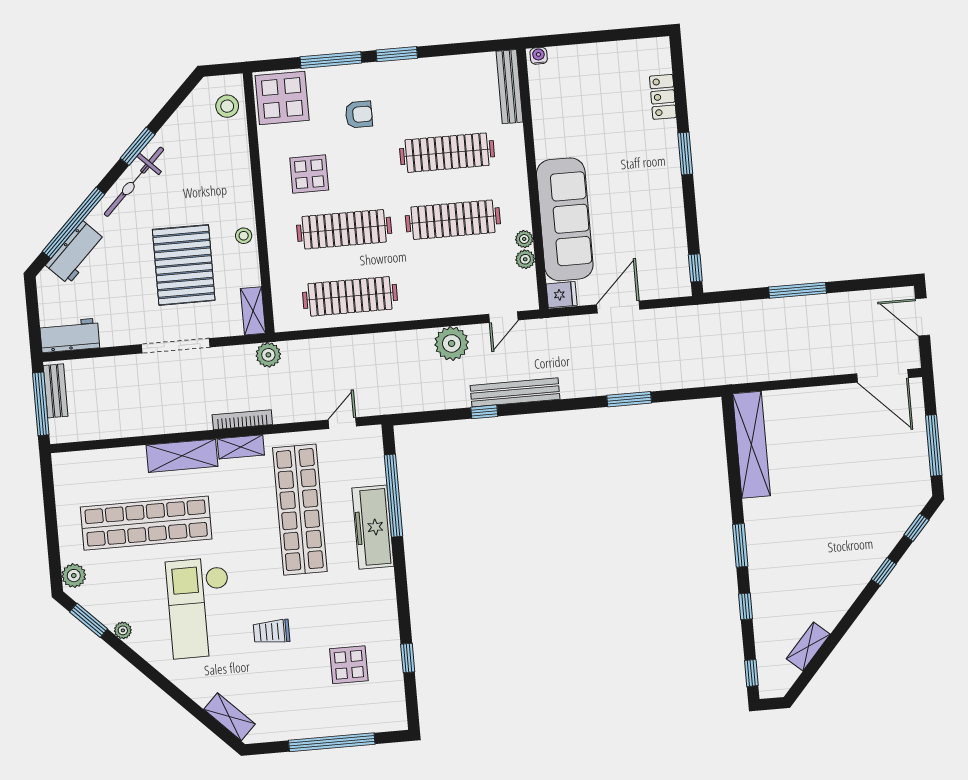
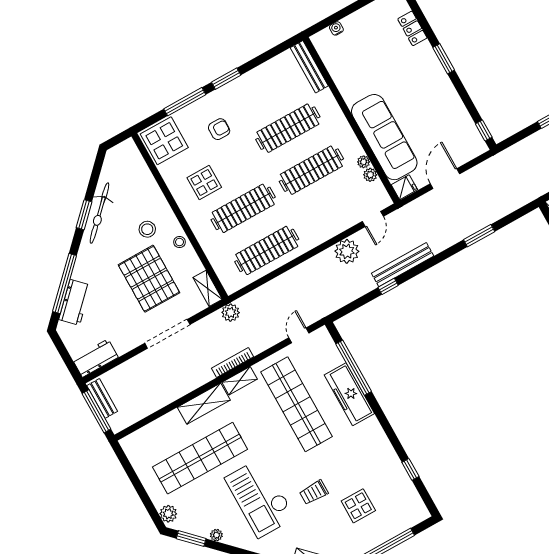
water cooler: (539, 56) -> (336, 28), moved
stool: (227, 106) -> (147, 229), moved
bicycle: (134, 182) -> (99, 213), moved
display table: (349, 665) -> (358, 506), moved

